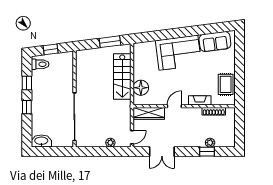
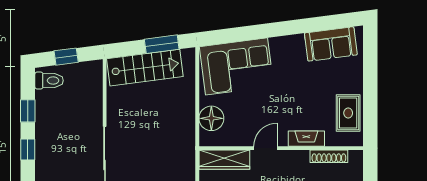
corner sofa: (178, 53) -> (236, 66), moved
stairs: (122, 76) -> (145, 68), moved, turned -97

